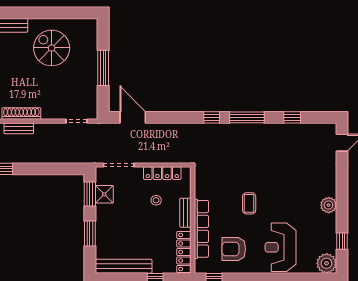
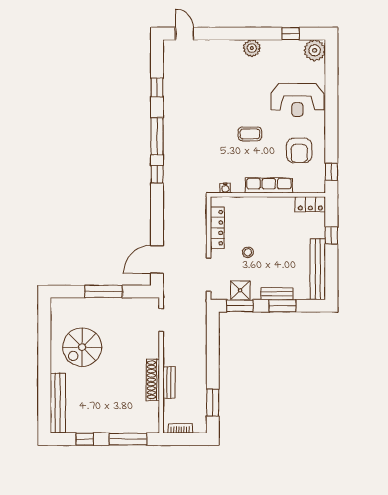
water cooler: (199, 181) -> (225, 188), added
stool: (156, 200) -> (248, 252), moved
bench: (185, 213) -> (277, 294), moved
row of seats: (201, 229) -> (269, 185), width x0.73
locker: (184, 252) -> (310, 204), width x0.66

